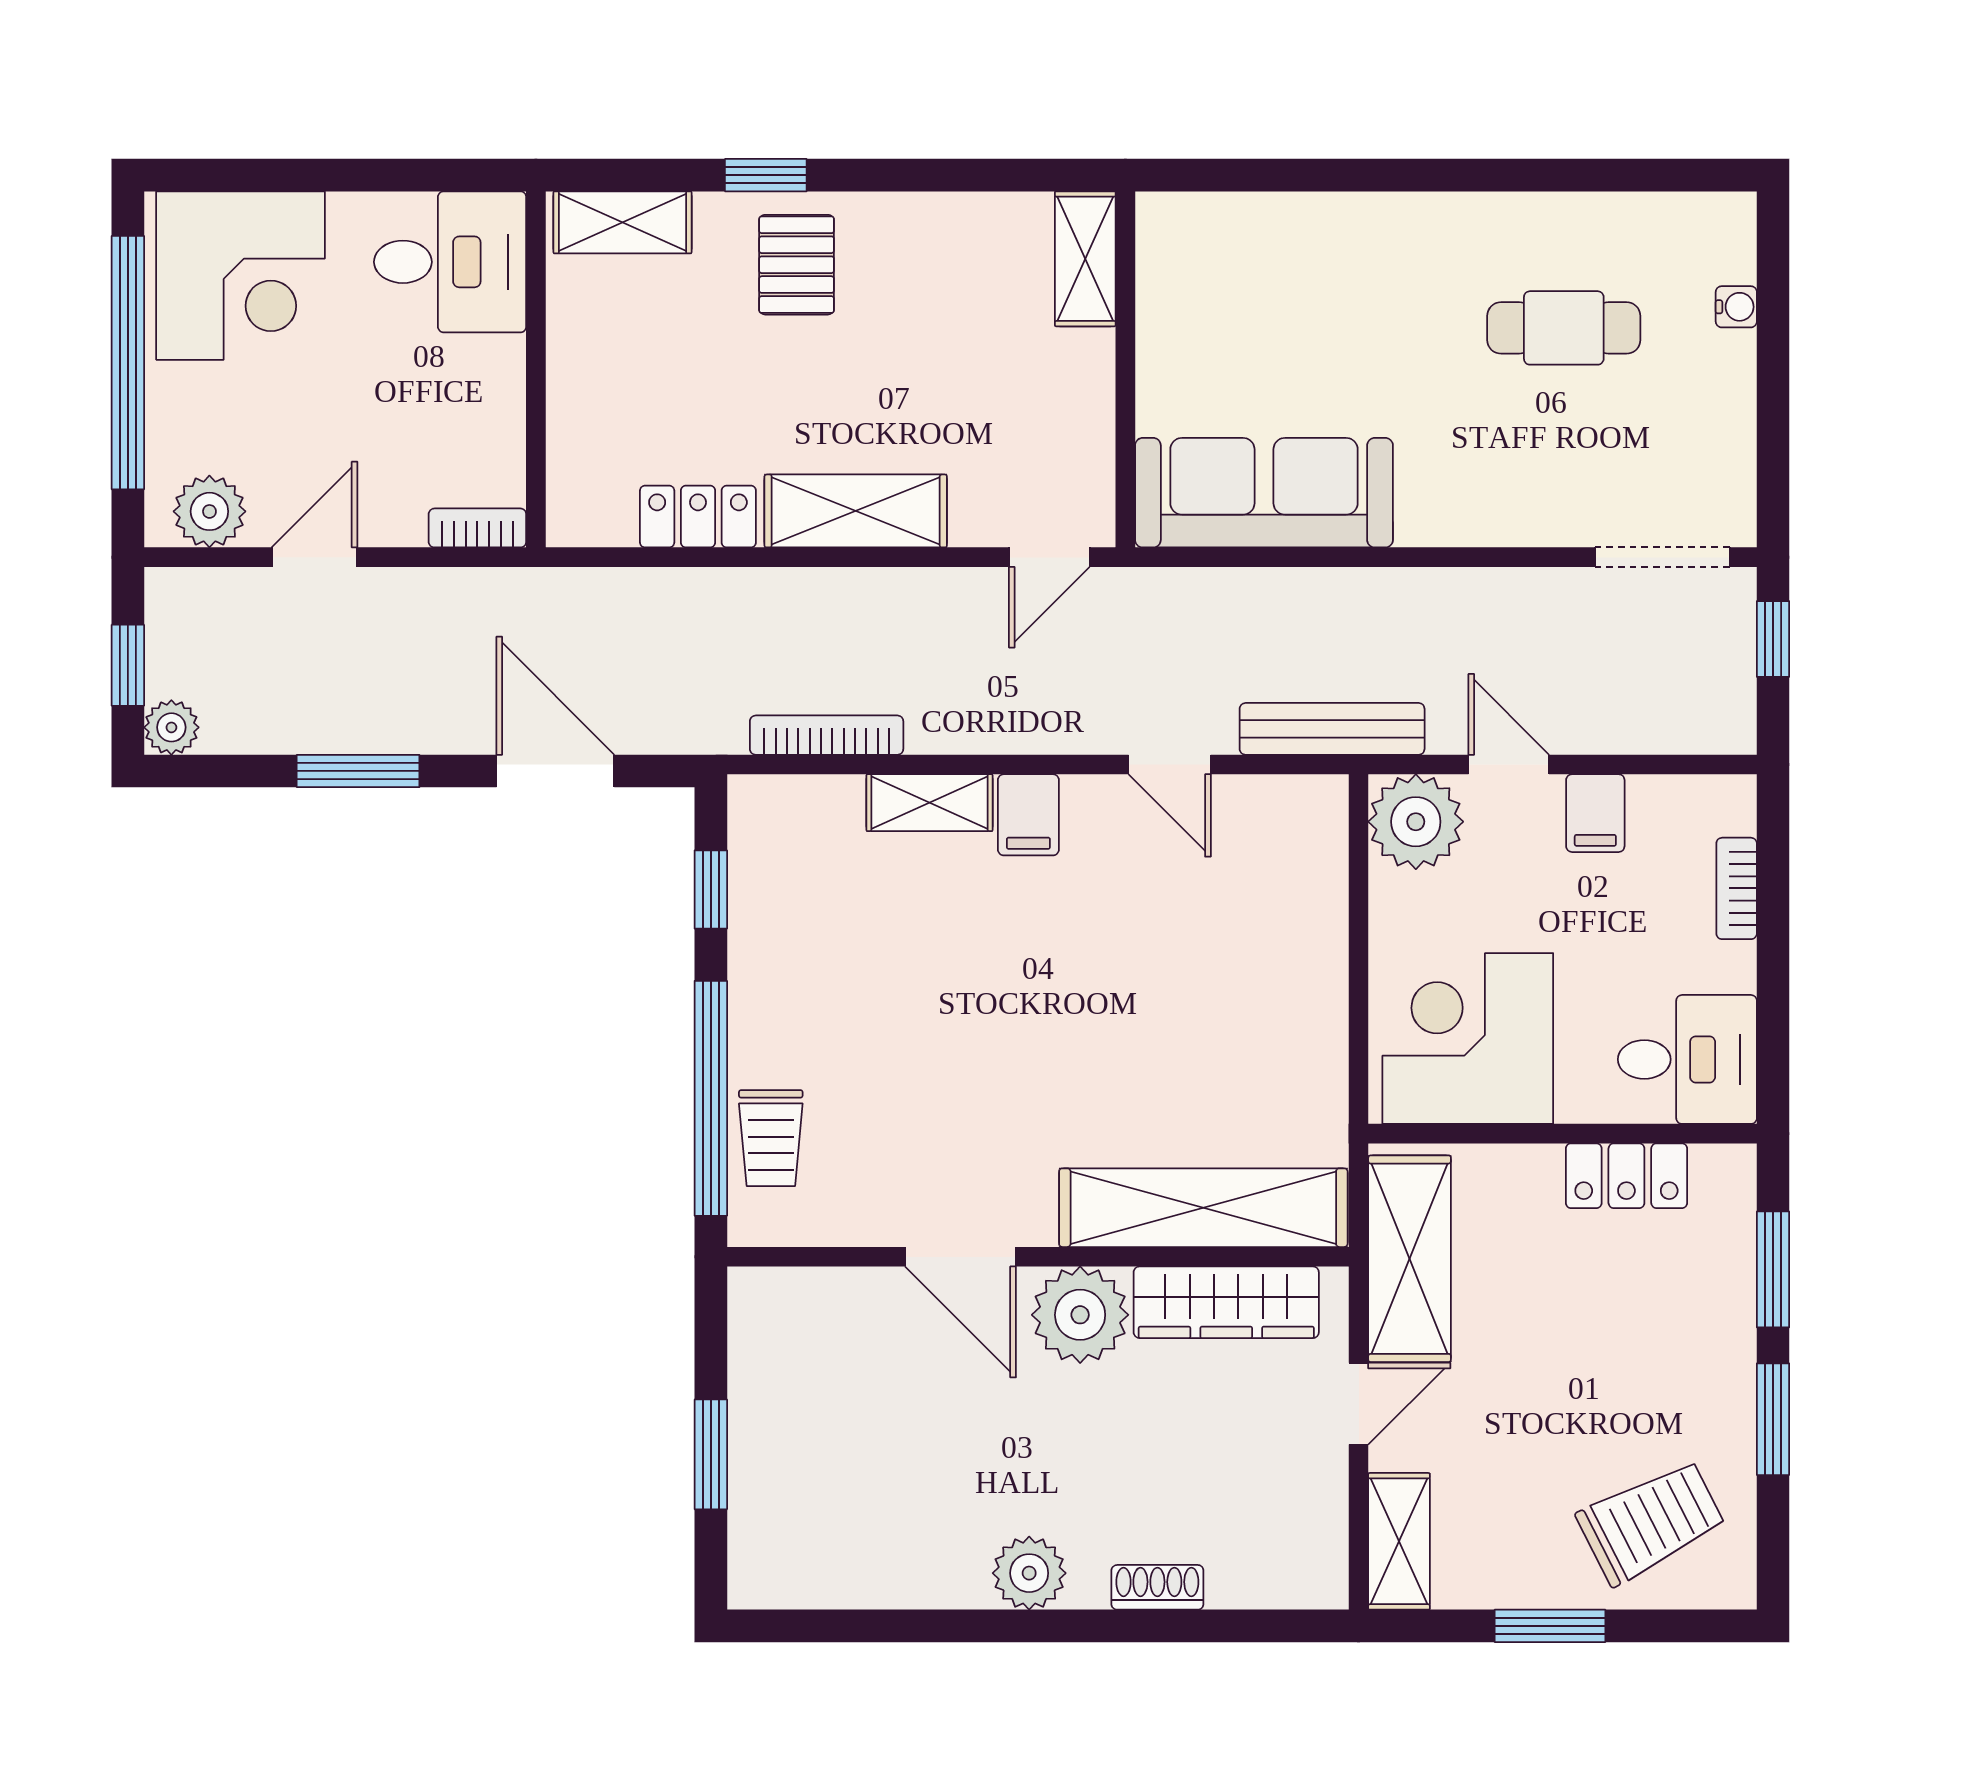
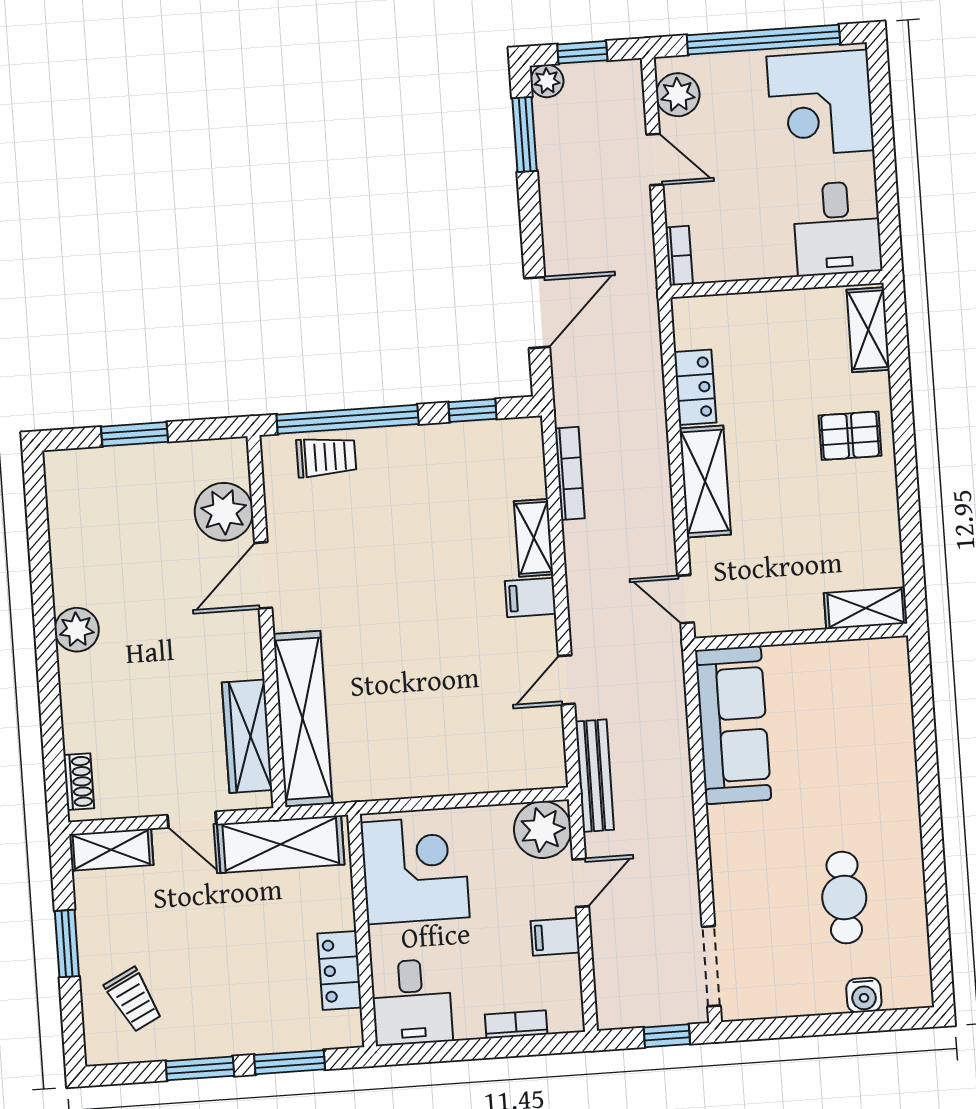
window: (766, 175) -> (902, 414), removed
water cooler: (1736, 307) -> (864, 995), width x1.38, depth x1.38
window: (358, 771) -> (524, 134), moved
trolley: (771, 1138) -> (326, 457), turned 180
plant: (1080, 1315) -> (224, 512), moved
trolley: (1651, 1522) -> (133, 1000), width x0.73, depth x0.72
shoe rack: (1157, 1587) -> (79, 782), moved

